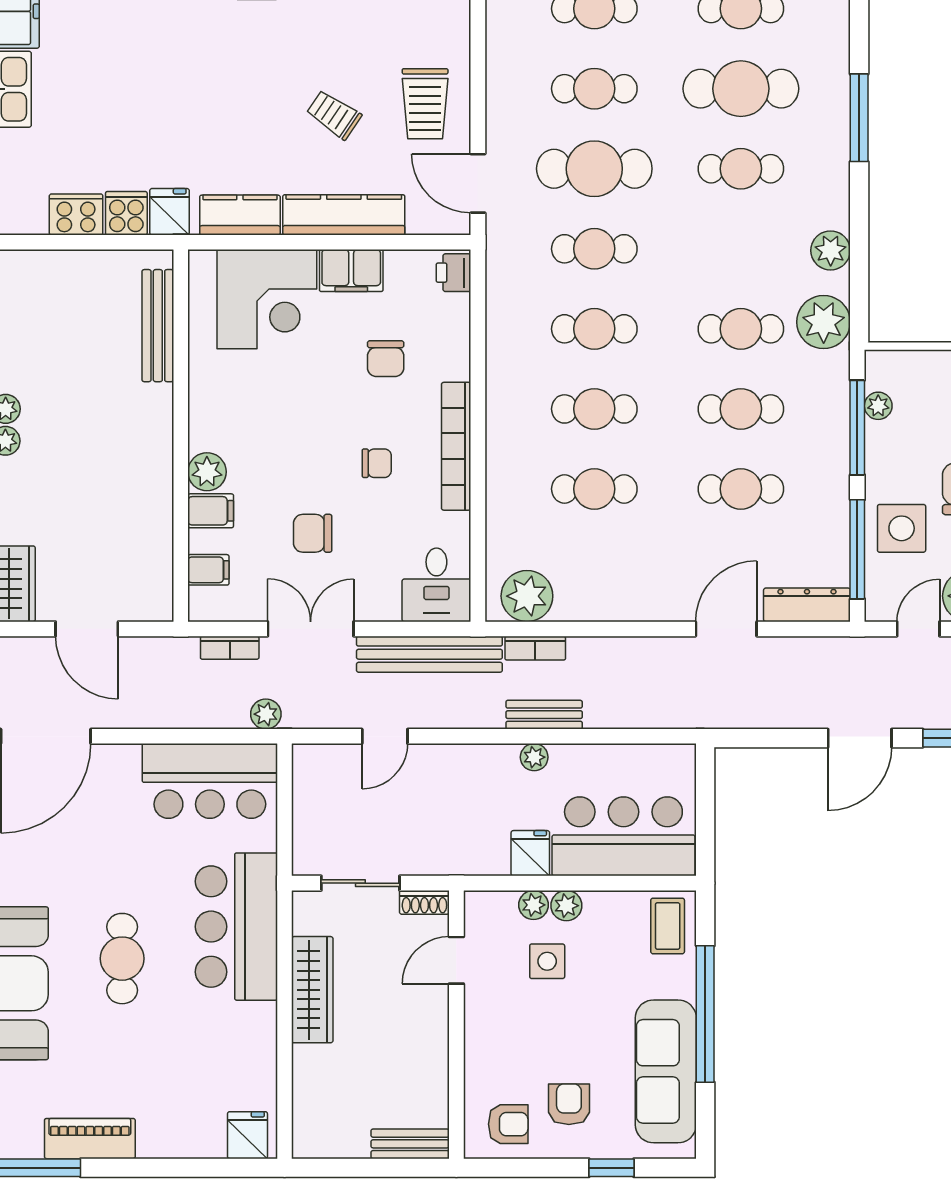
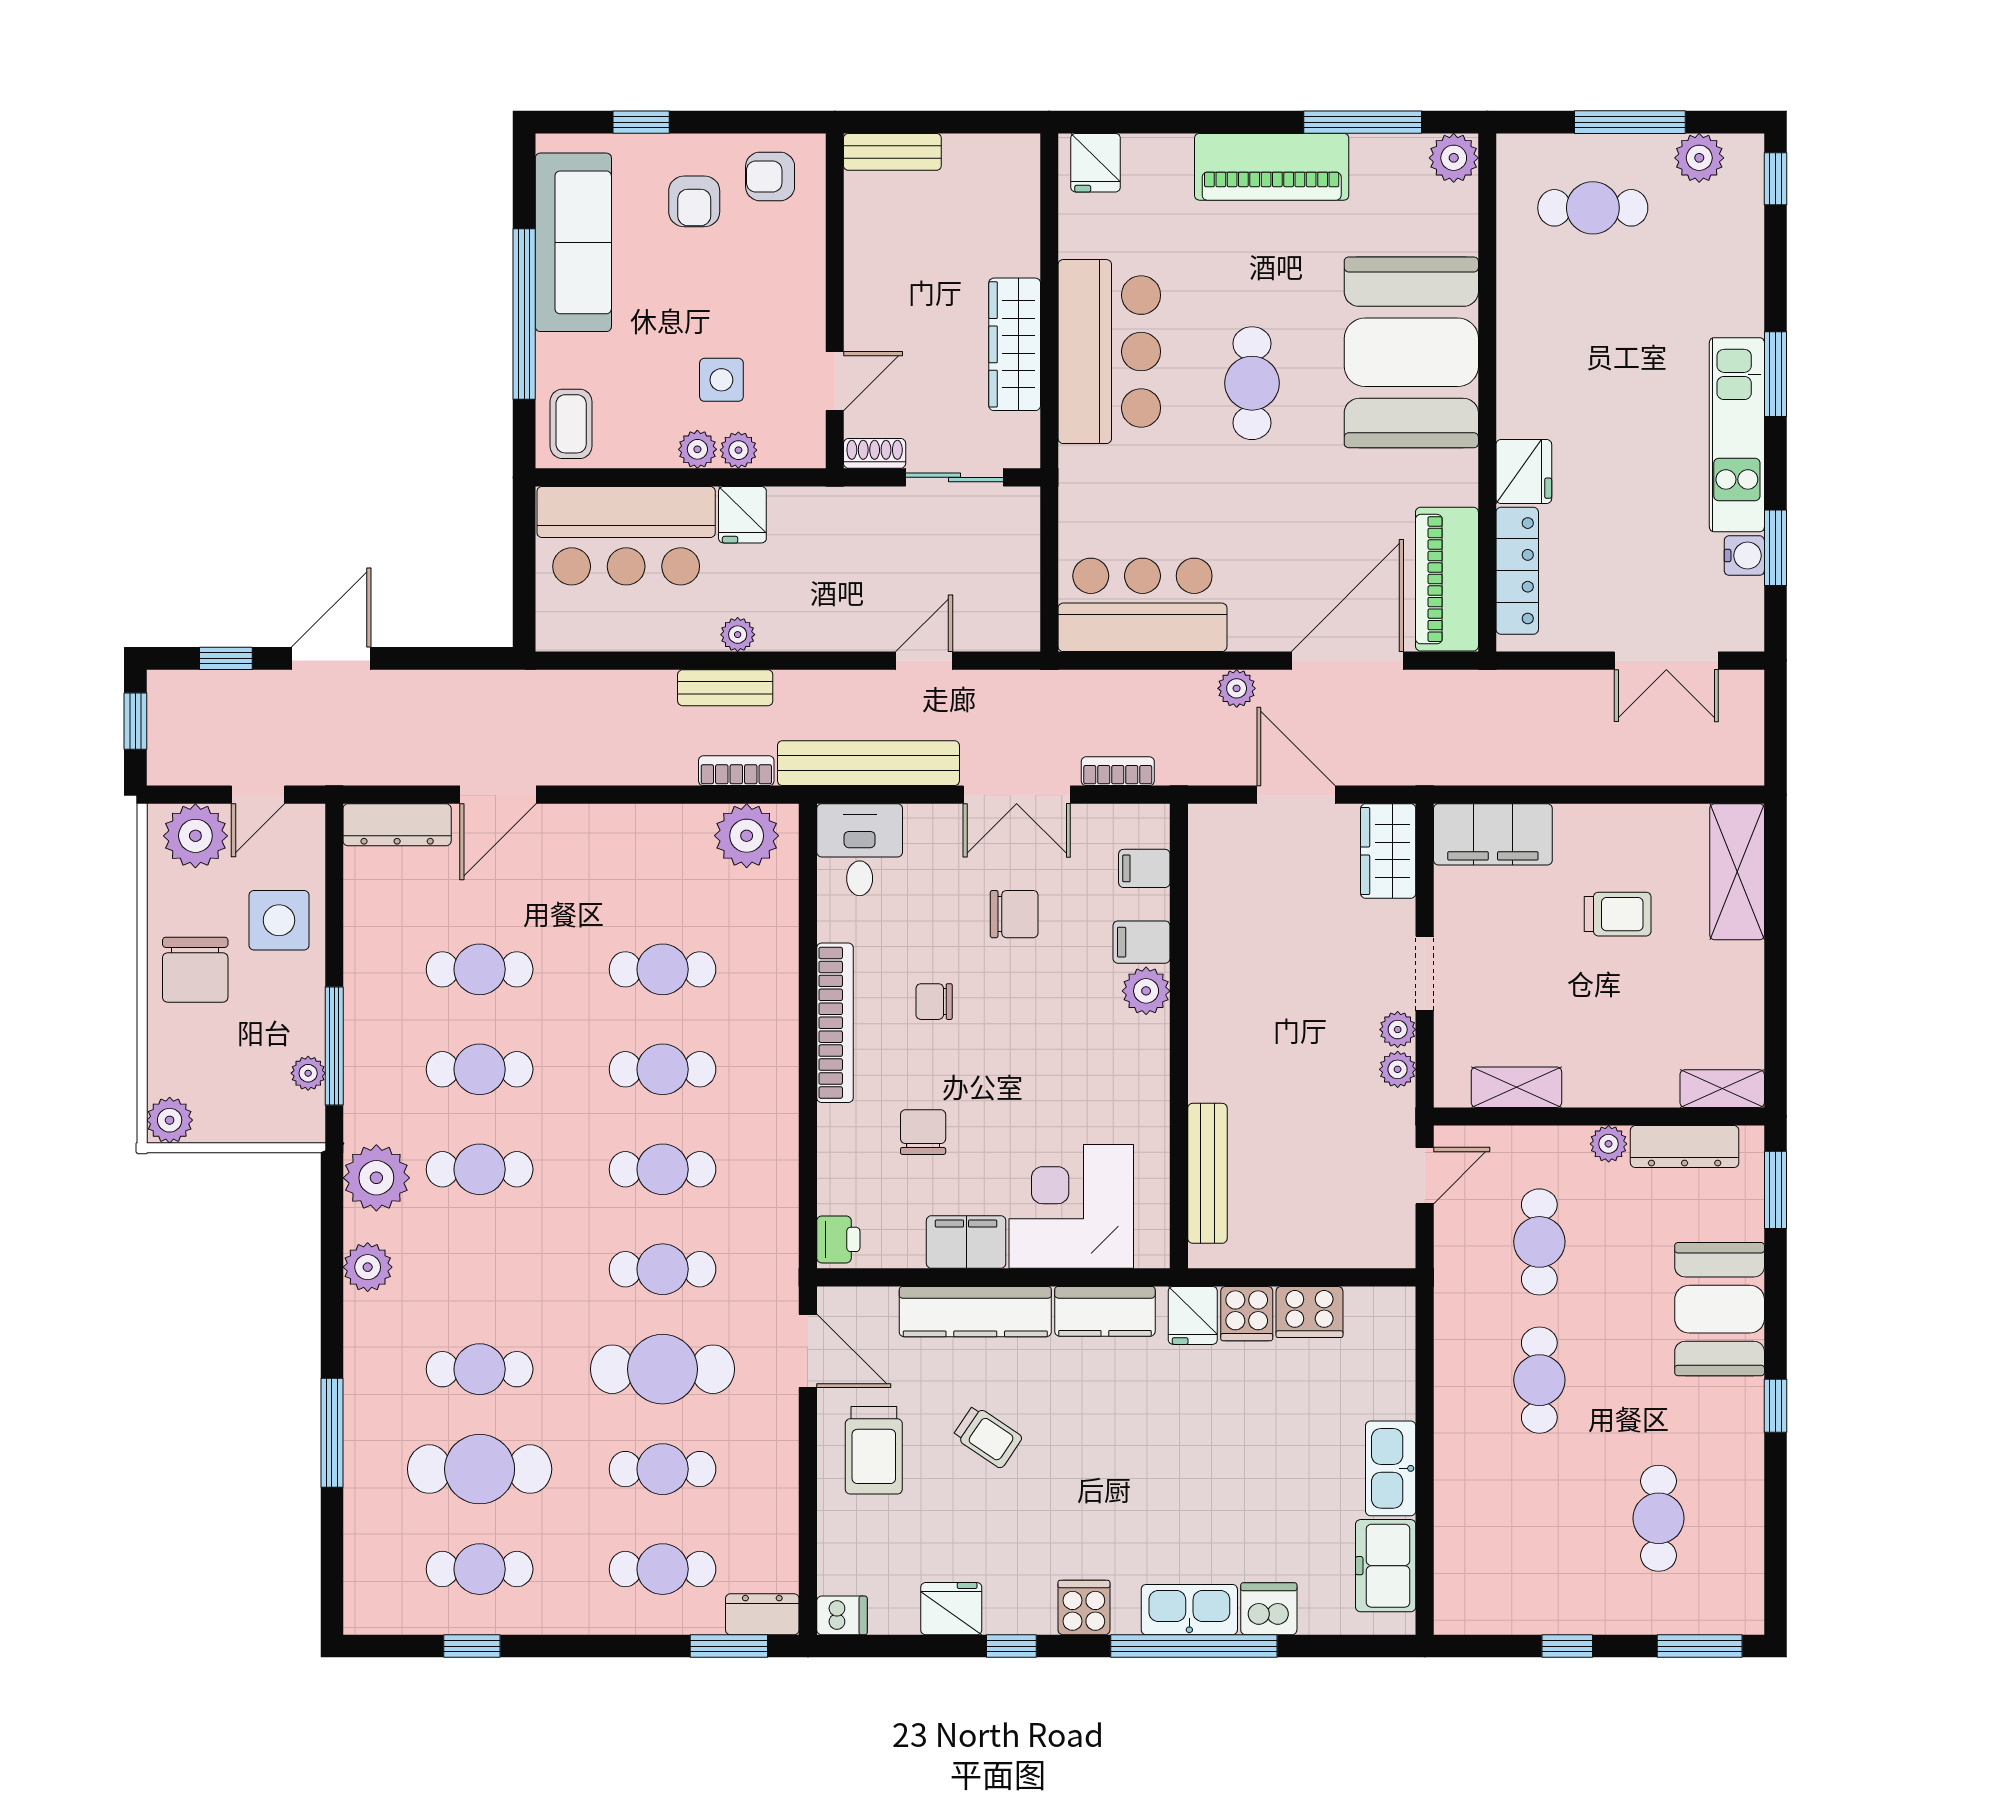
trolley: (425, 104) -> (874, 1450), turned 180
window: (857, 549) -> (334, 894), removed
plant: (266, 714) -> (1237, 688), moved
bar counter: (236, 927) -> (1109, 352), moved
piano: (90, 1139) -> (1272, 167), width x1.37, depth x1.33

